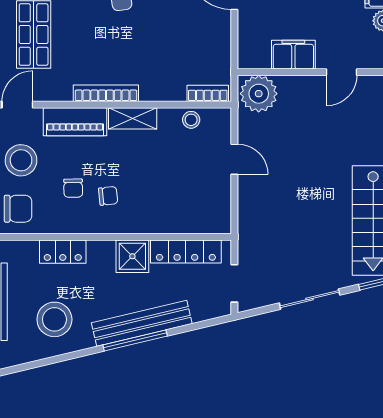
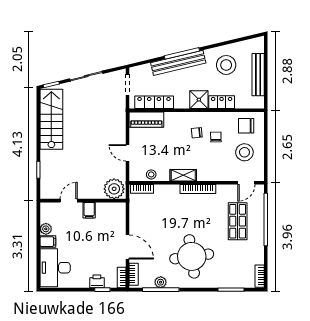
filing cabinet: (293, 55) -> (89, 210), width x0.50
piano: (75, 122) -> (146, 120), moved, turned 180
shower: (132, 256) -> (199, 100), moved

